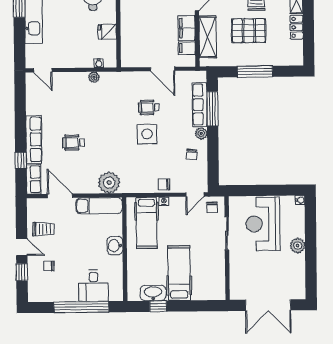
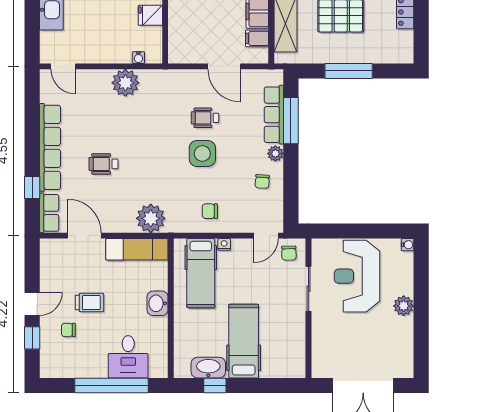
plant: (94, 77) -> (125, 83), width x1.87, depth x1.87
row of seats: (34, 139) -> (50, 147), width x1.36
chair: (164, 184) -> (210, 211), moved
trolley: (43, 229) -> (89, 303), moved
door: (22, 247) -> (32, 304), hinge flipped

